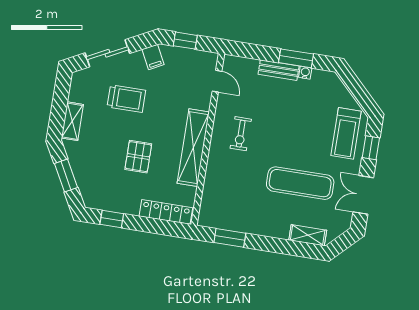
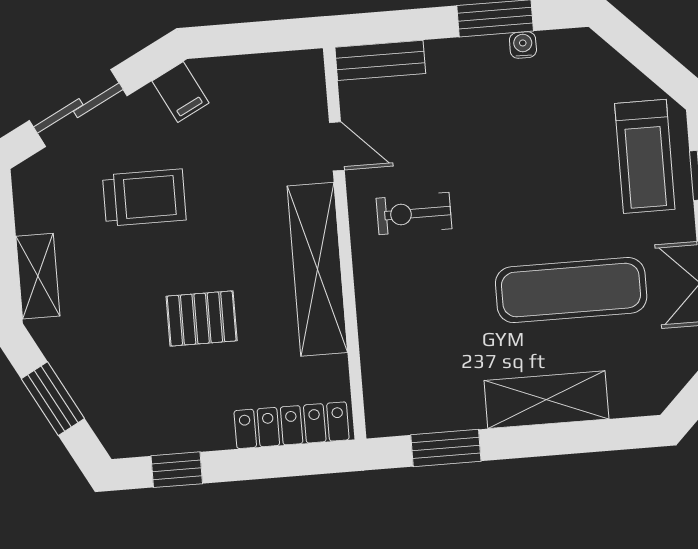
window: (185, 41) -> (243, 39), removed
bench: (279, 70) -> (380, 60), moved
door: (217, 81) -> (337, 146), moved
exercise bike: (241, 134) -> (414, 213), turned 90
pallet: (138, 157) -> (202, 318), turned 90
shelving: (308, 235) -> (546, 400), moved, width x1.50, depth x1.33

